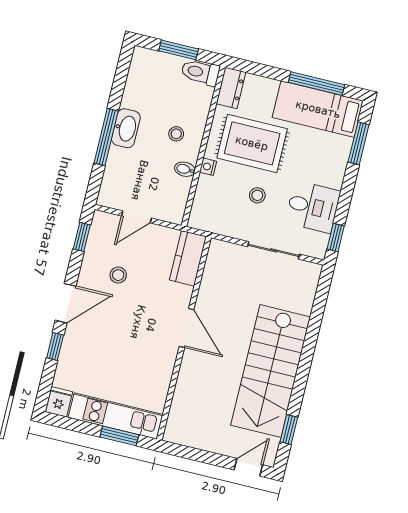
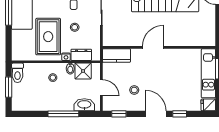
dresser: (231, 88) -> (81, 55), moved
washbasin: (126, 128) -> (84, 105), moved
shower: (175, 191) -> (83, 71), added

